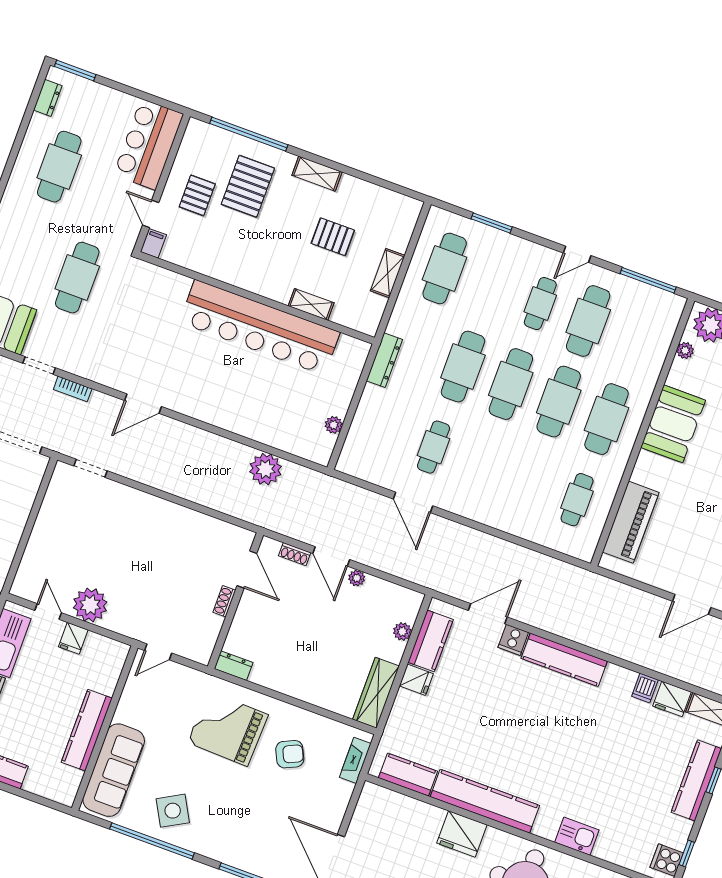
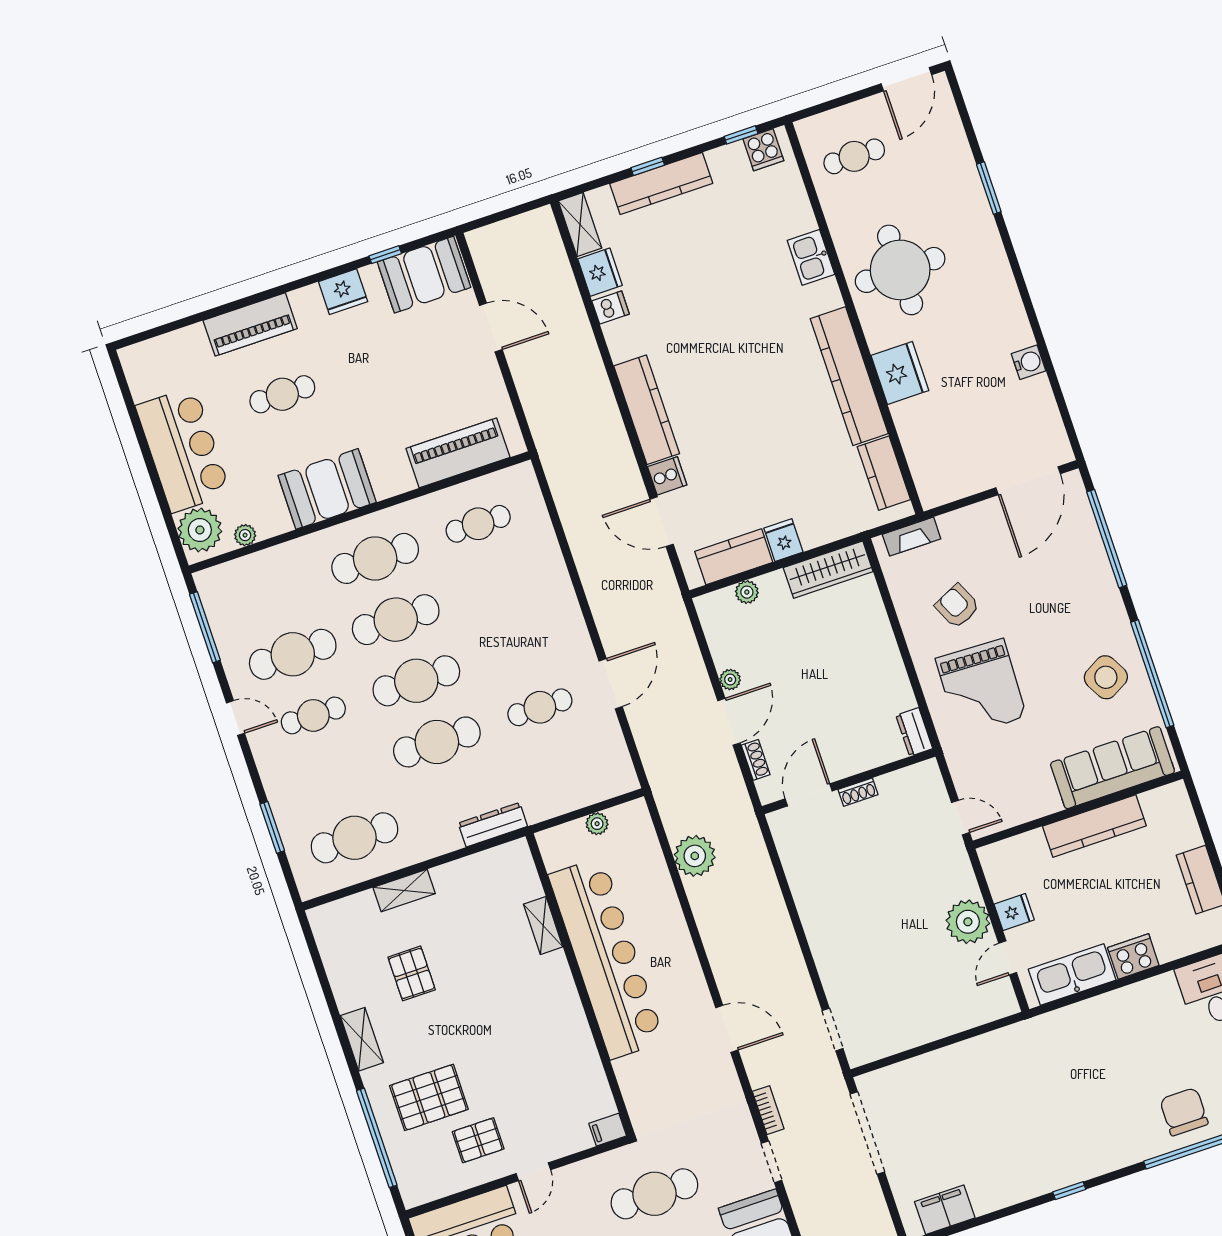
filing cabinet: (153, 243) -> (608, 1130), moved
wall: (256, 298) -> (580, 985), moved
shelving: (311, 304) -> (543, 925), moved
bar counter: (260, 327) -> (606, 958), moved

